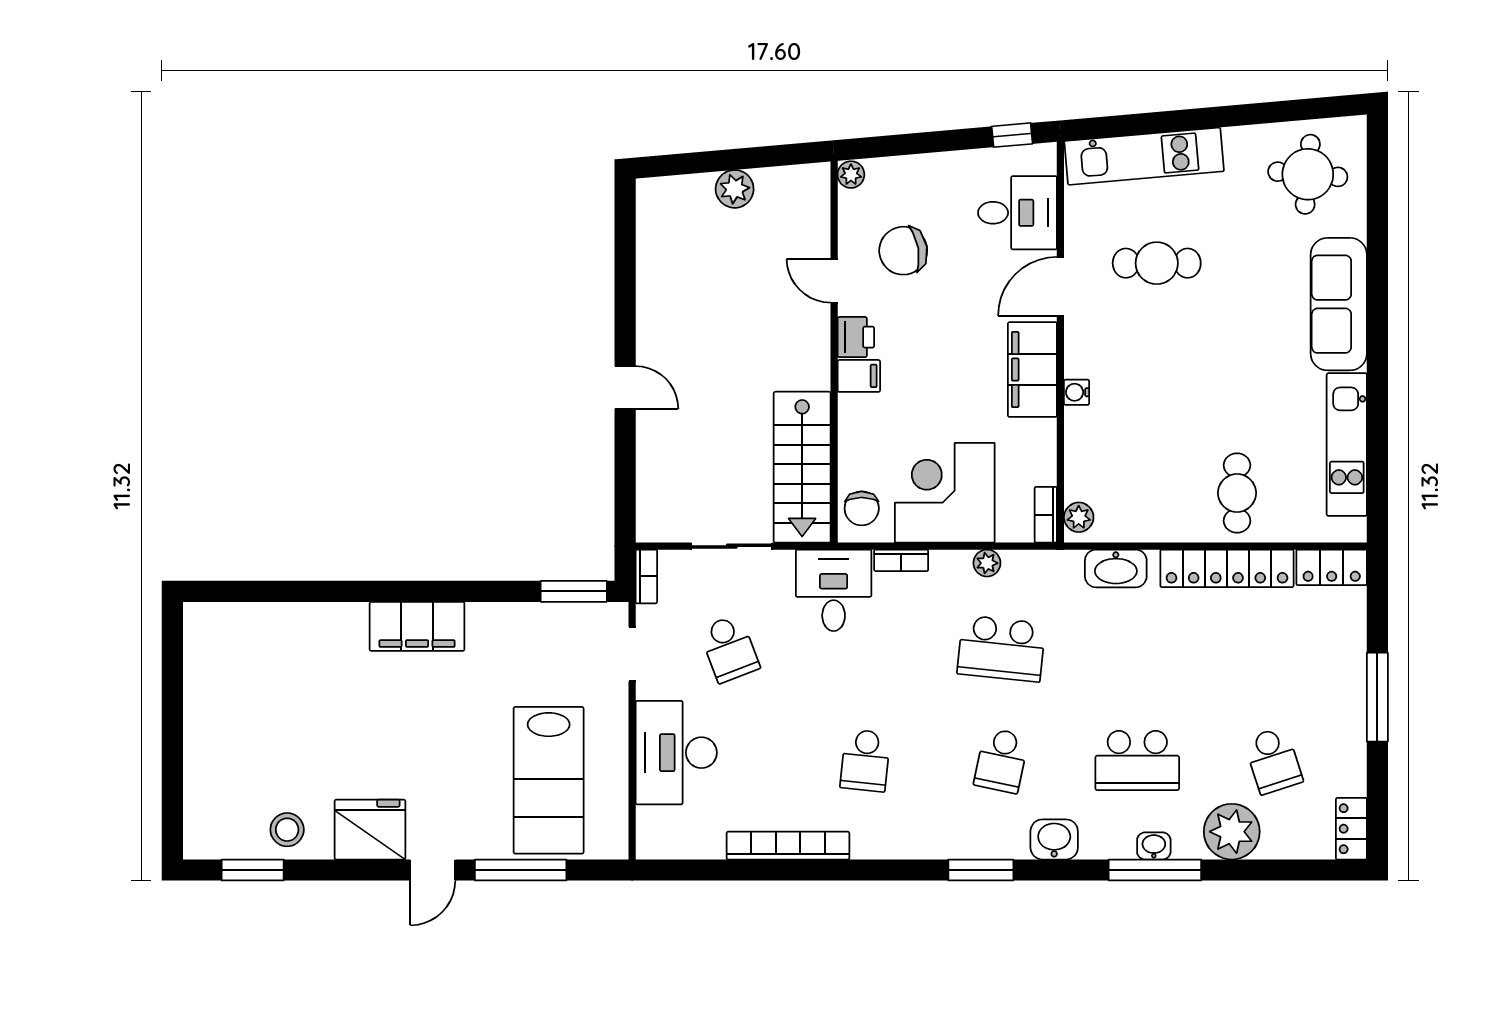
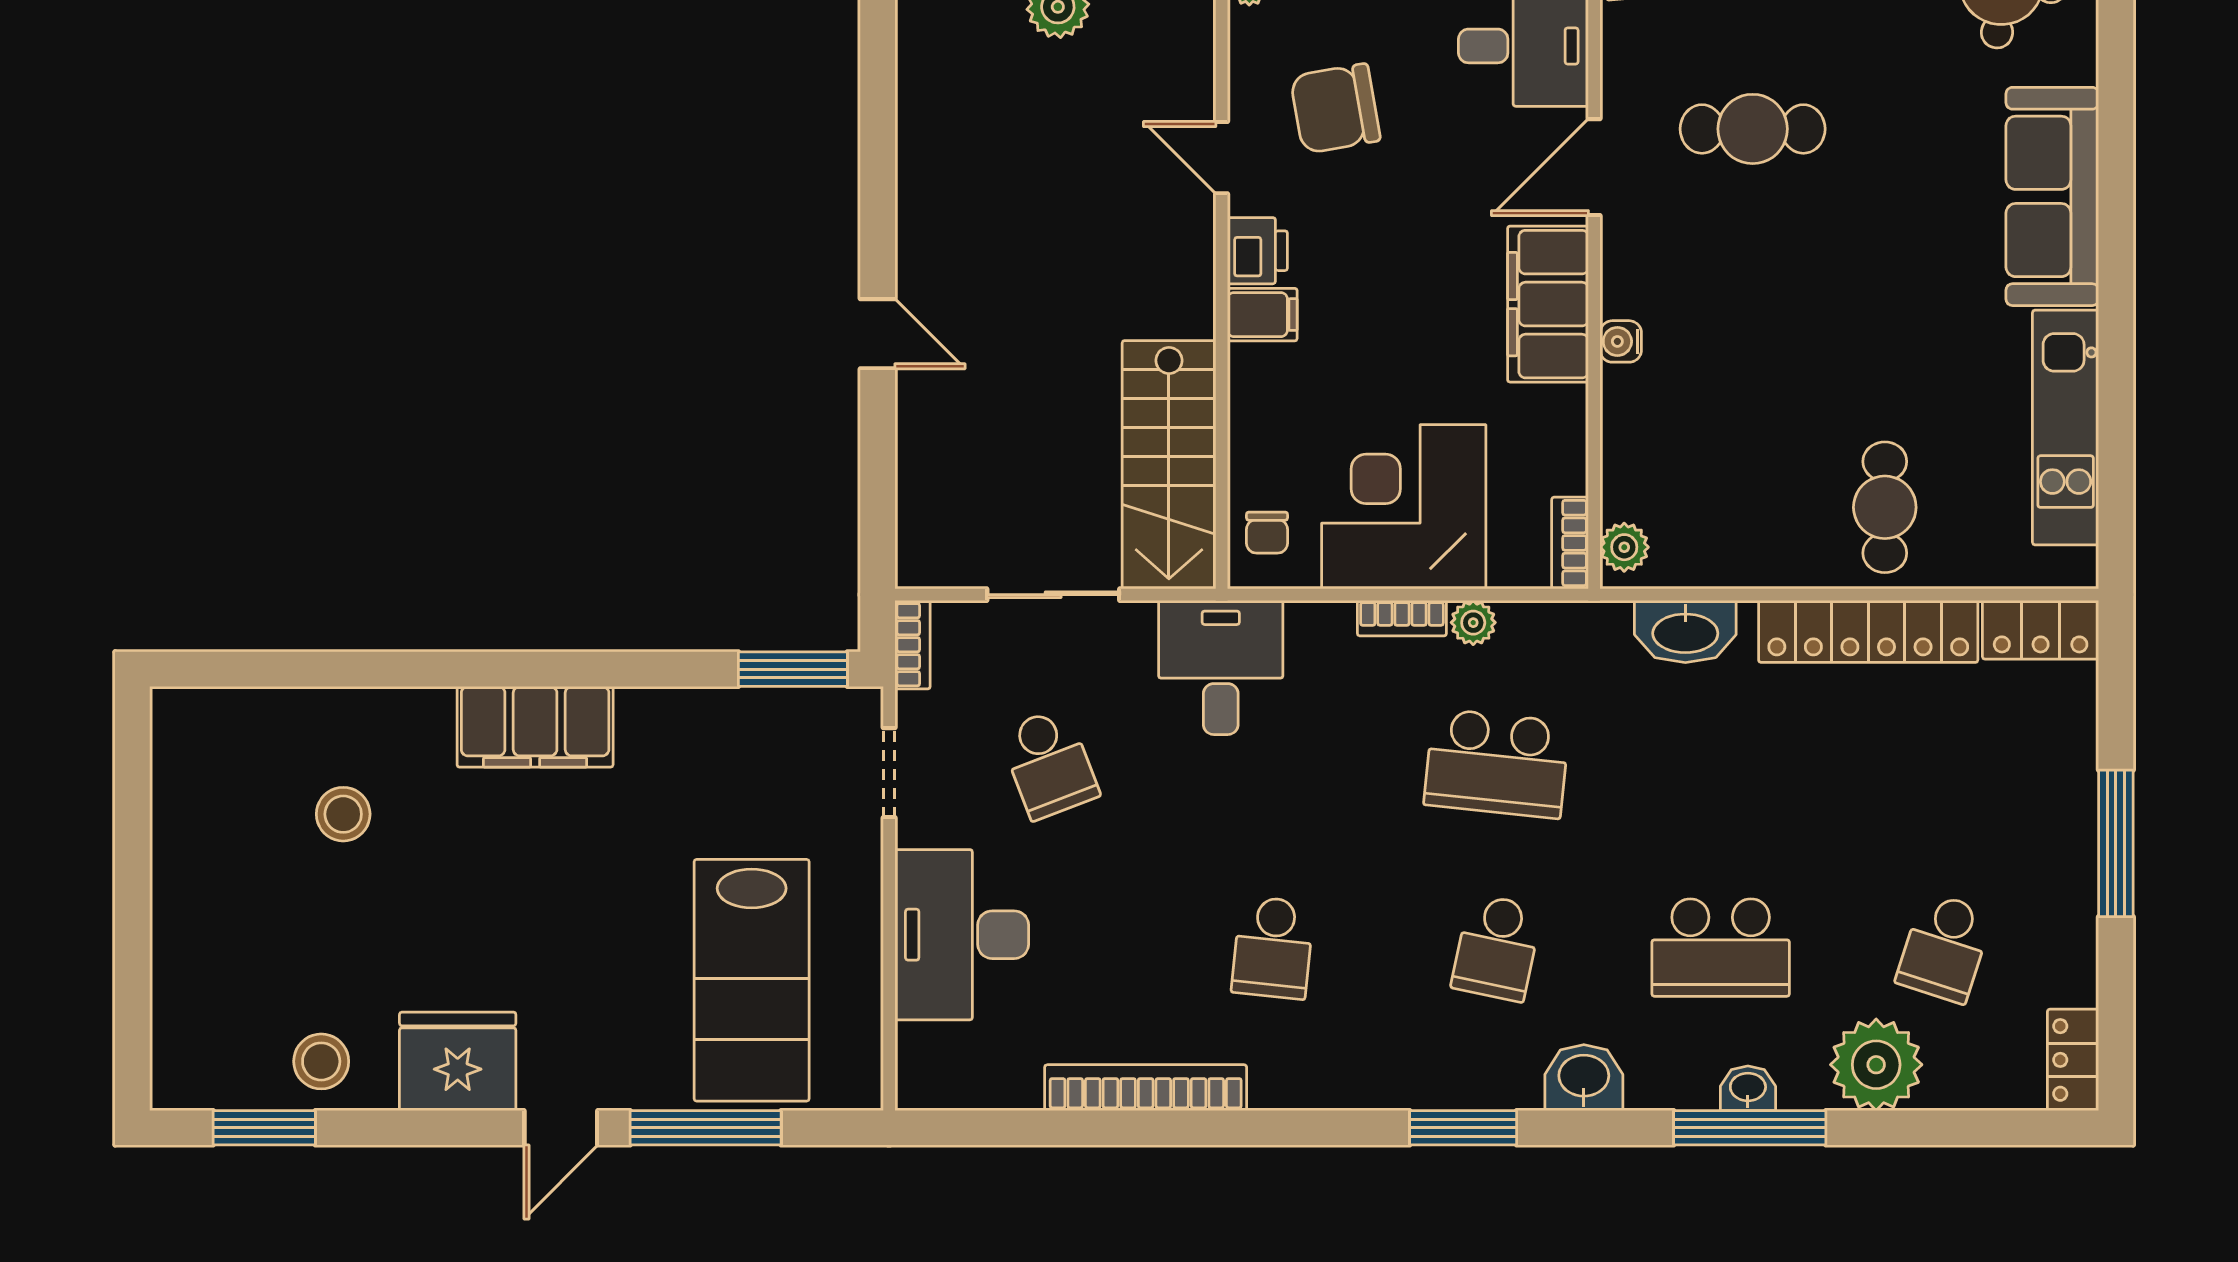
chair: (862, 508) -> (1267, 533), width x0.73, depth x0.73
bookcase: (901, 560) -> (1402, 618), moved
stool: (300, 679) -> (343, 814), added
school desk: (1273, 760) -> (1944, 948), turned 36

